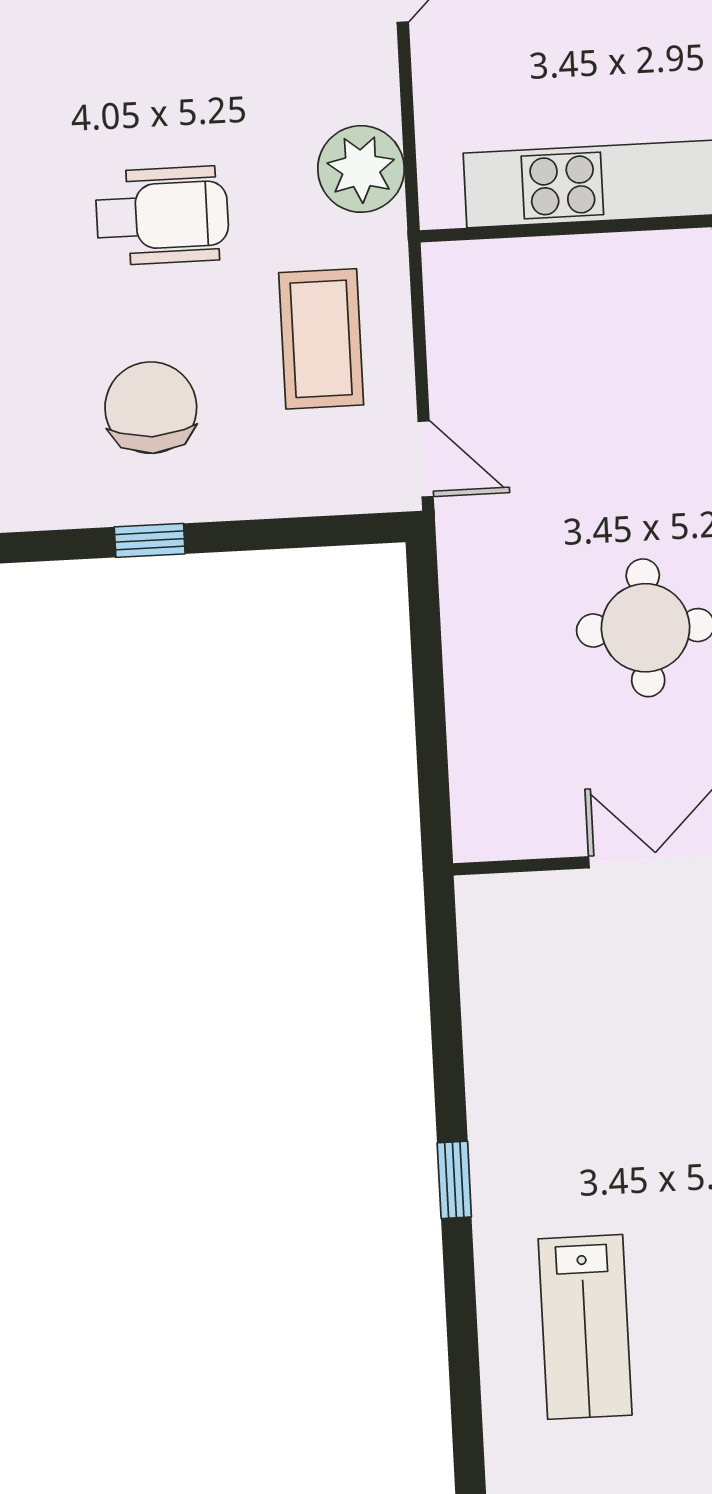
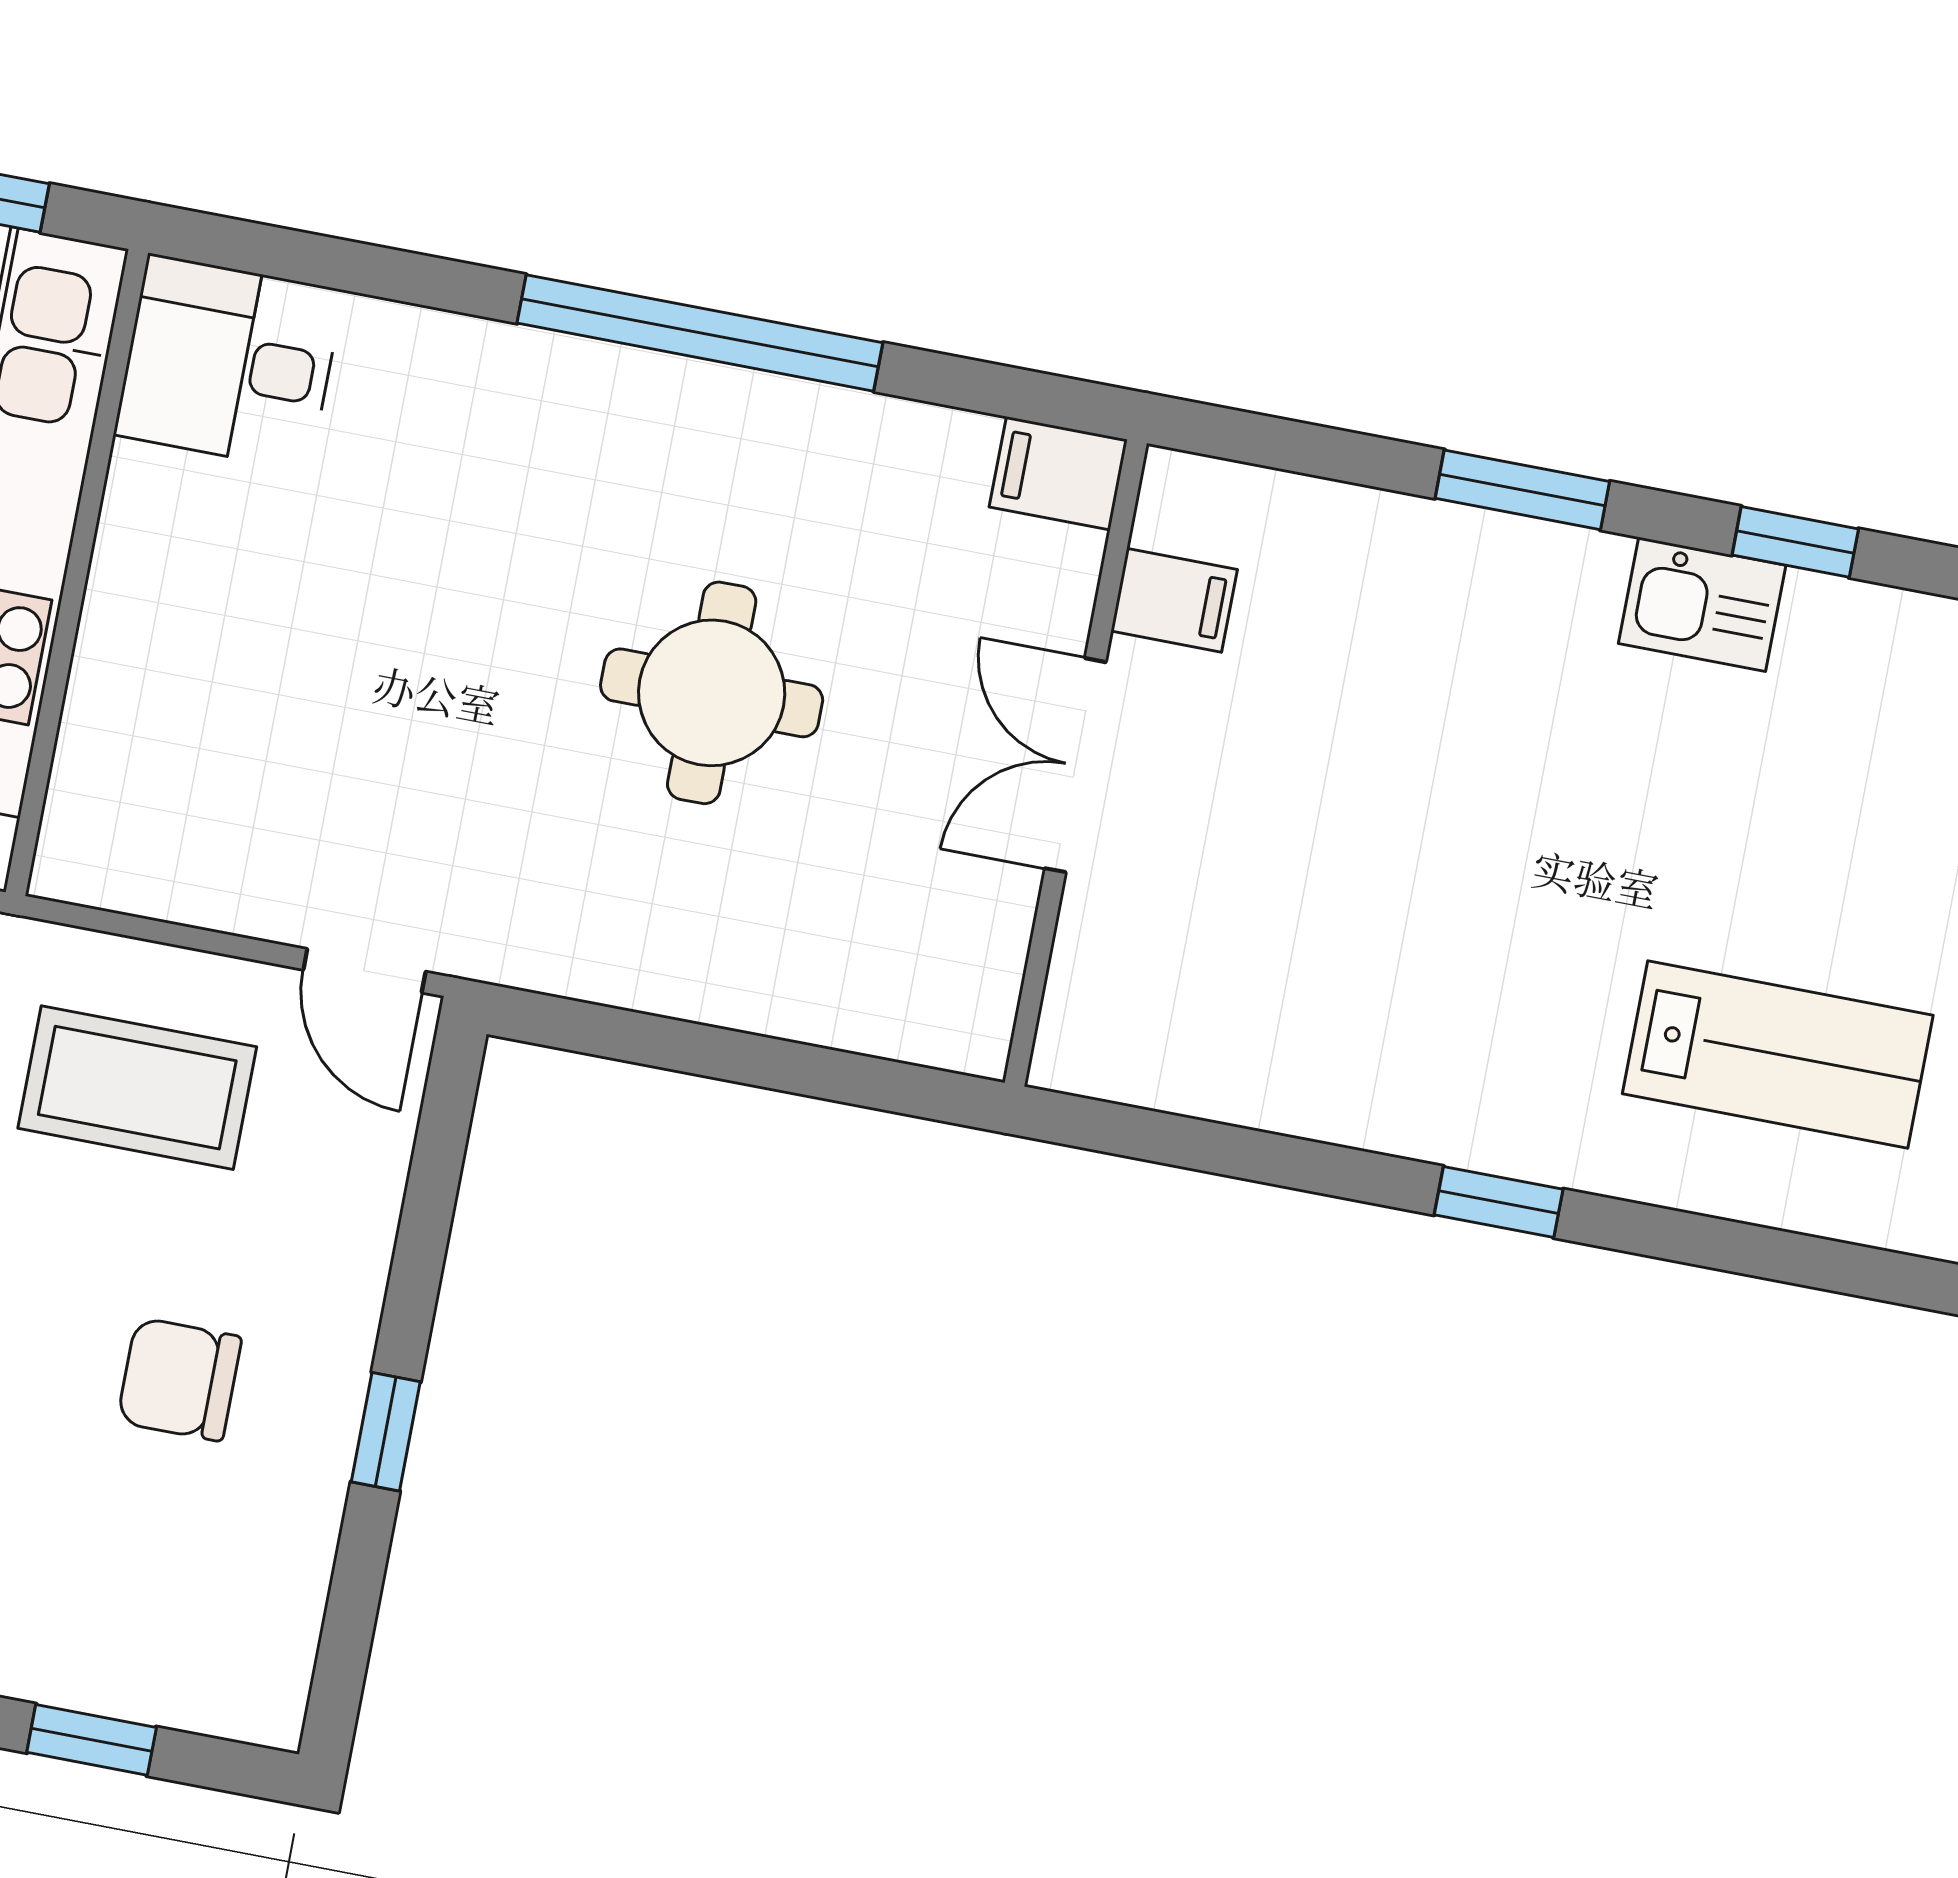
chair: (151, 408) -> (179, 1379), width x0.73, depth x0.73
door: (426, 459) -> (364, 971), swing flipped

